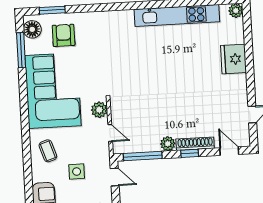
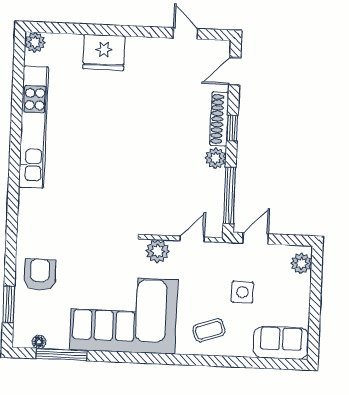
floor lamp: (32, 29) -> (39, 342), width x0.53, depth x0.53
armchair: (64, 35) -> (40, 275), moved, turned 90

